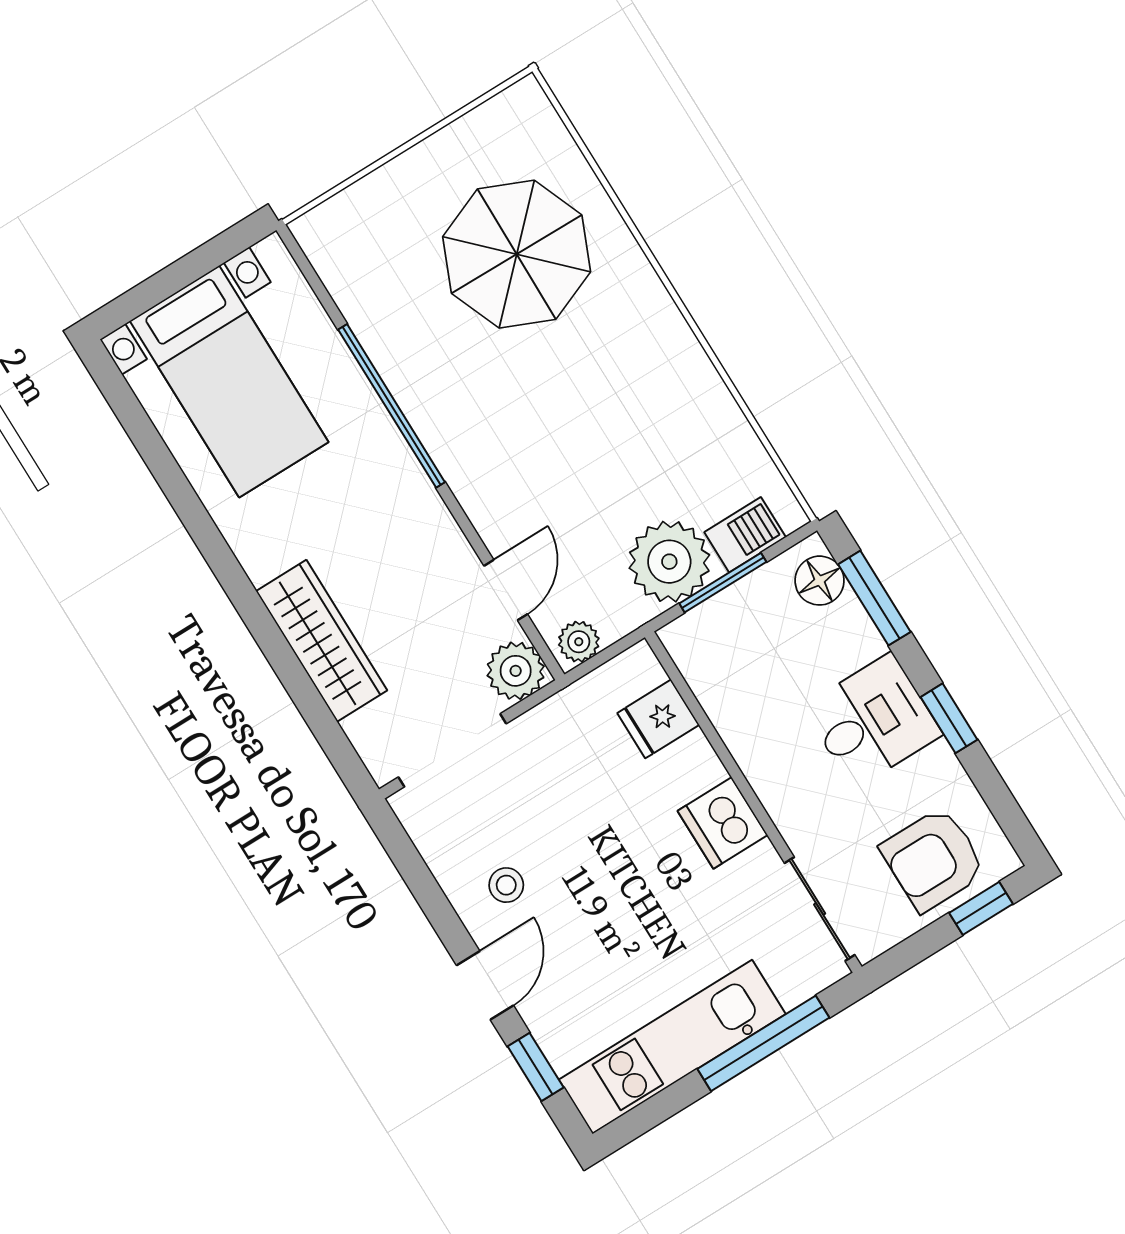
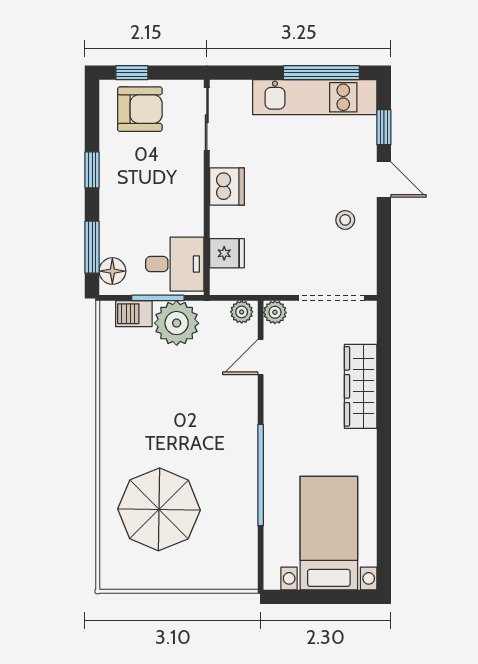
plant: (516, 671) -> (275, 312), width x0.73, depth x0.73
desk: (872, 721) -> (175, 264), moved, turned 180
door: (485, 985) -> (384, 180), swing flipped
window: (763, 1043) -> (321, 73), moved

